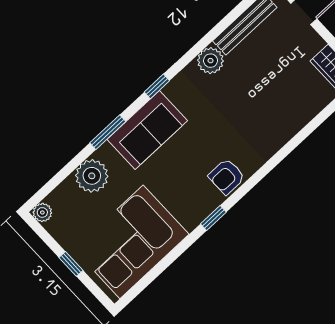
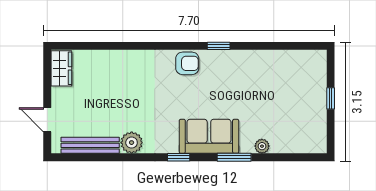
plant: (92, 176) -> (262, 146), width x0.53, depth x0.53
plant: (42, 212) -> (319, 146), removed
corner sofa: (132, 242) -> (282, 77), removed

